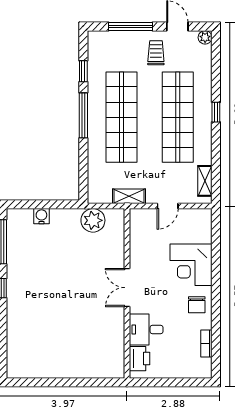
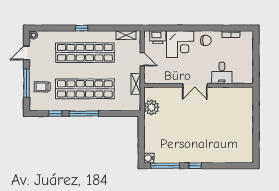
trolley: (156, 53) -> (42, 87), moved
water cooler: (41, 216) -> (149, 158), moved
printer: (140, 359) -> (158, 37), moved, turned 180

